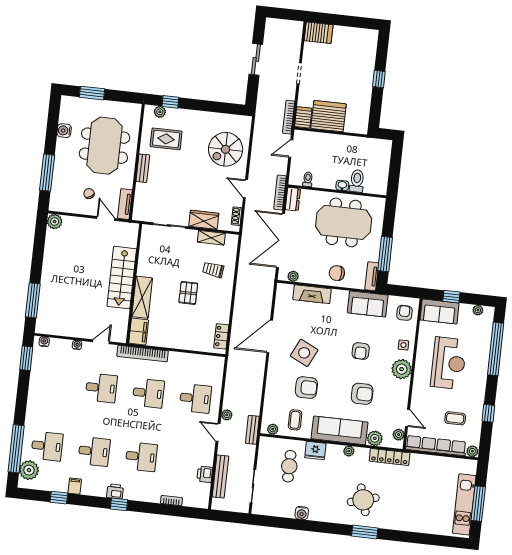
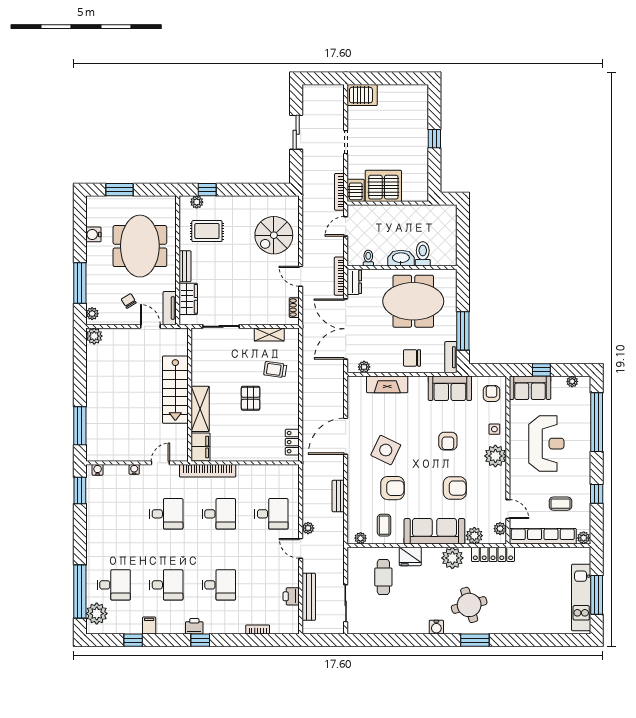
washbasin: (342, 185) -> (401, 258), width x1.91, depth x1.45
plant: (55, 201) -> (92, 314), added
wardrobe: (204, 220) -> (188, 299), moved, turned 90
bench: (252, 430) -> (338, 496), moved
plant: (349, 451) -> (452, 558), width x1.88, depth x1.88
water cooler: (302, 513) -> (436, 627), moved

